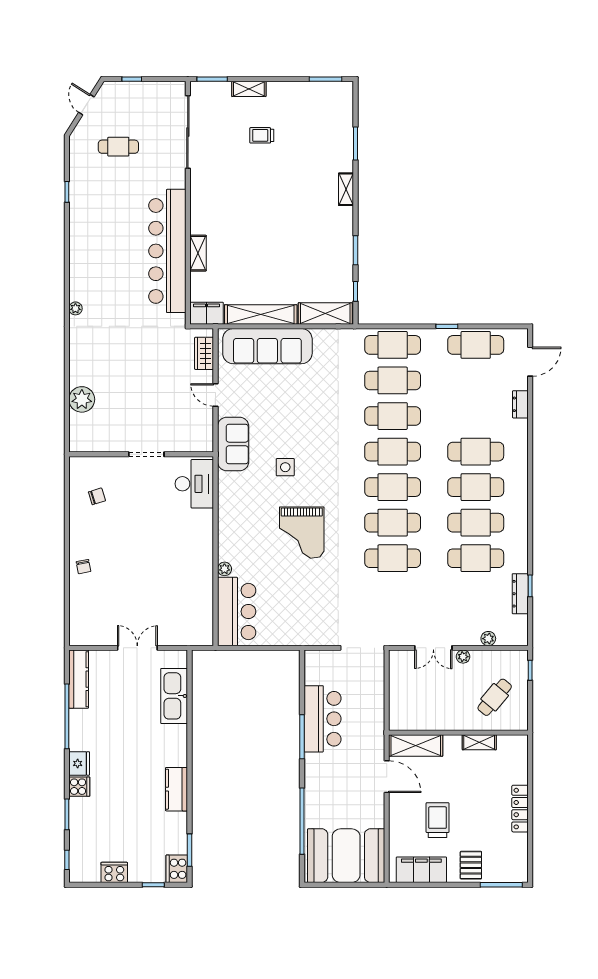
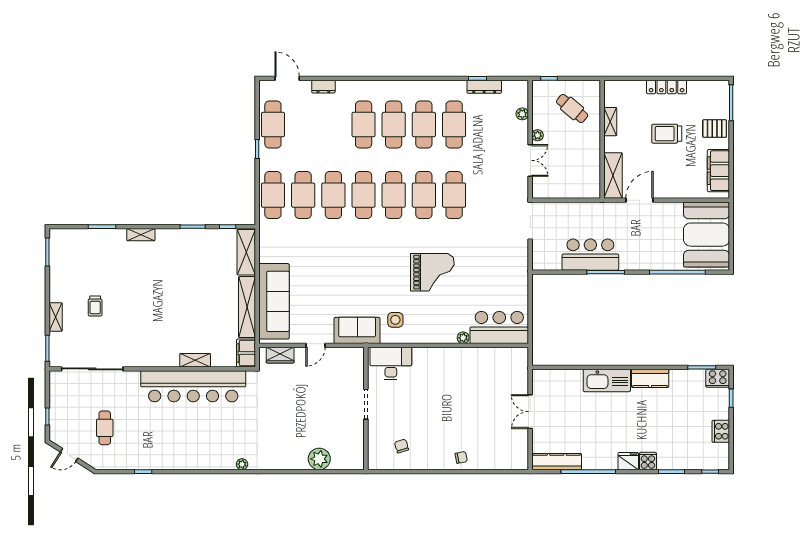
side table: (285, 467) -> (395, 320), moved
kitchen sink: (174, 696) -> (607, 380), moved
trolley: (438, 820) -> (667, 134), moved

